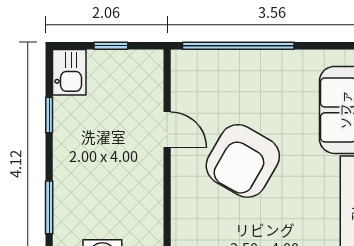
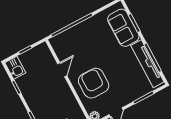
door: (167, 130) -> (62, 70), hinge flipped
armchair: (243, 161) -> (94, 83), moved, turned 150

